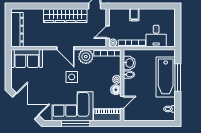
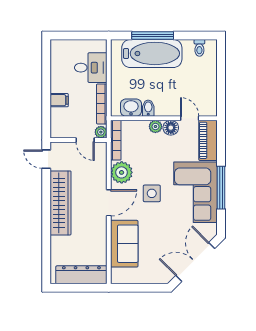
sofa: (27, 58) -> (124, 244), moved

